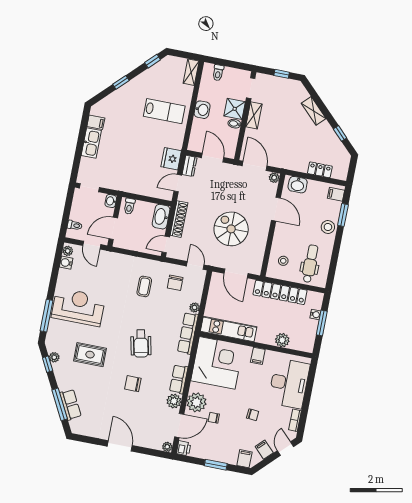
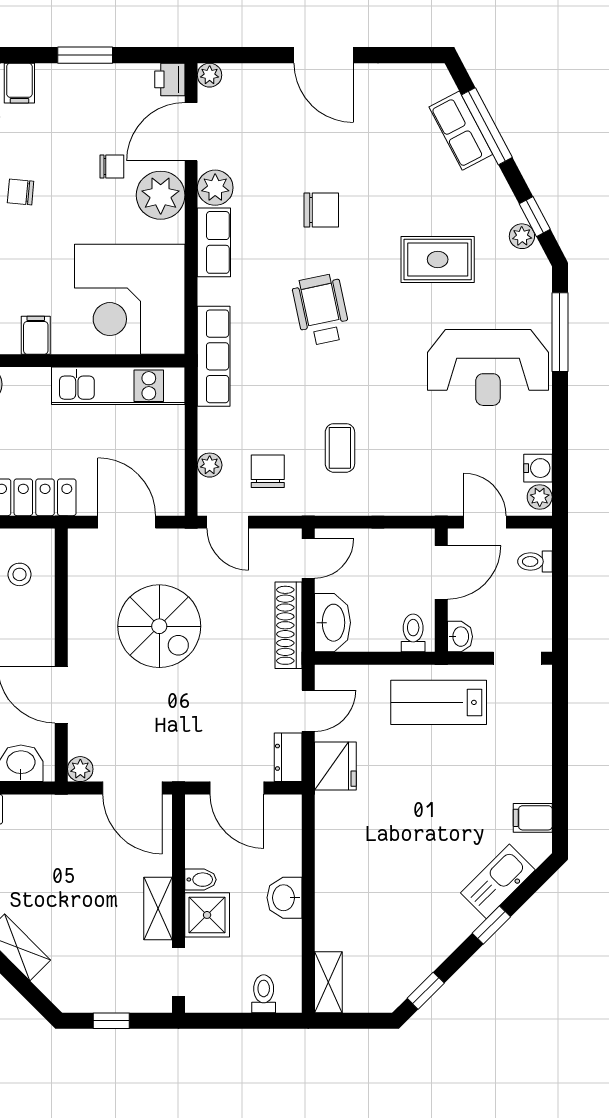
lab bench: (164, 111) -> (439, 702), moved
kitchen sink: (91, 143) -> (498, 881), moved, turned 45
plant: (195, 307) -> (210, 465), moved

